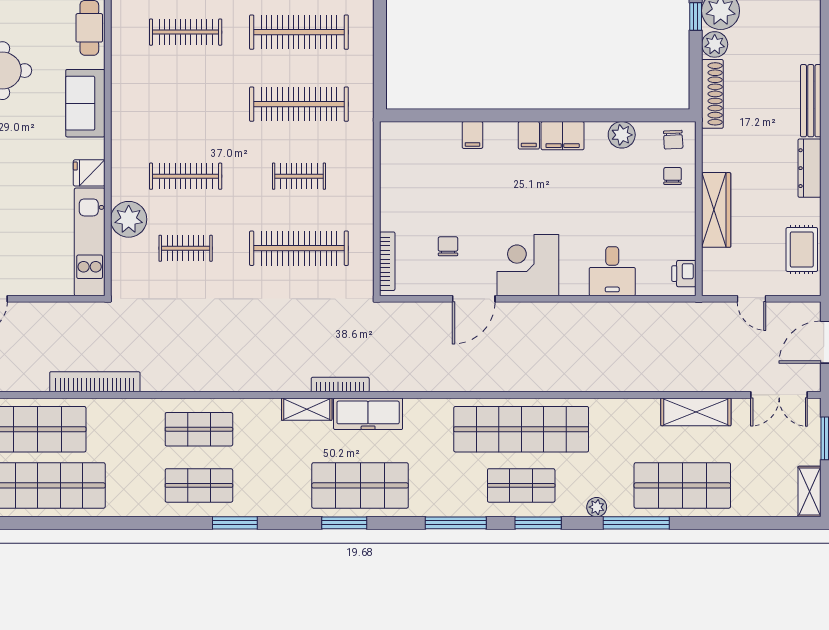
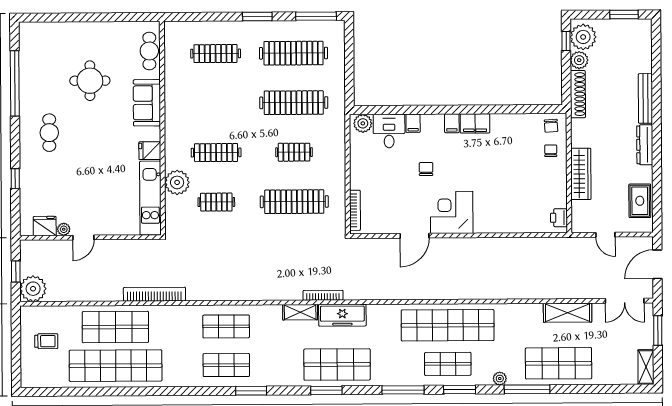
plant: (622, 135) -> (363, 123), moved
chair: (448, 246) -> (426, 169), moved
desk: (612, 271) -> (389, 131), moved, turned 180

